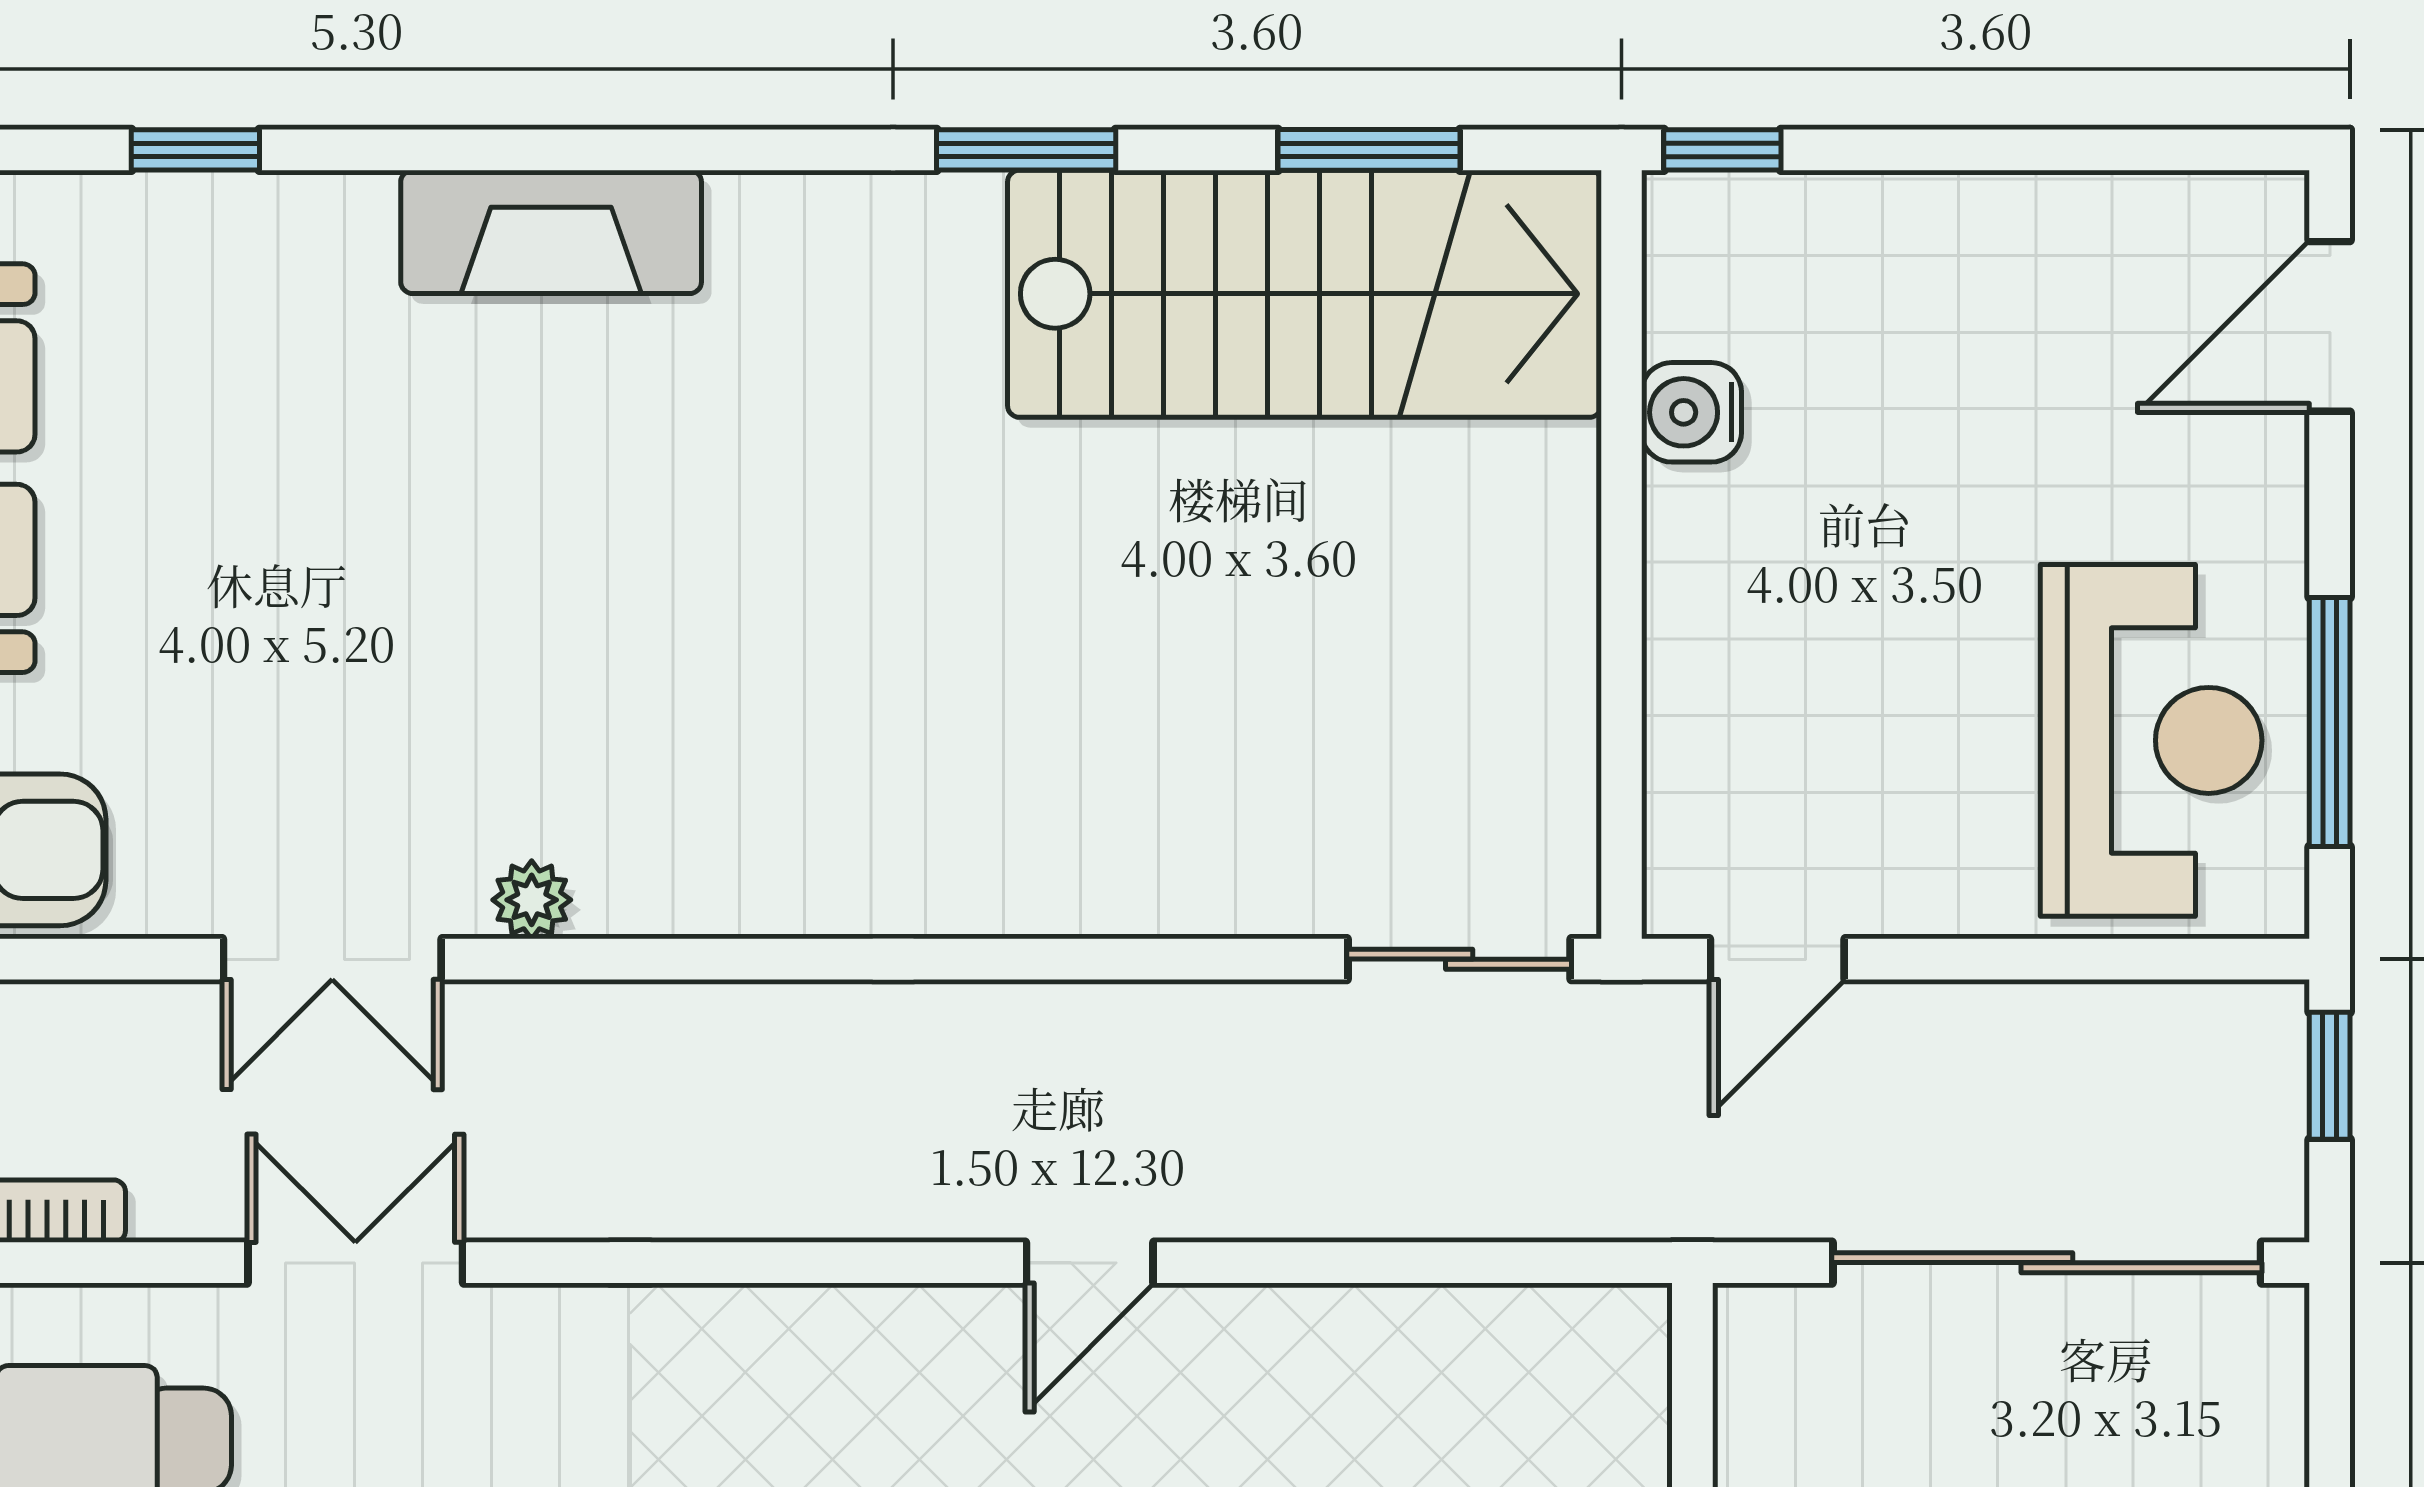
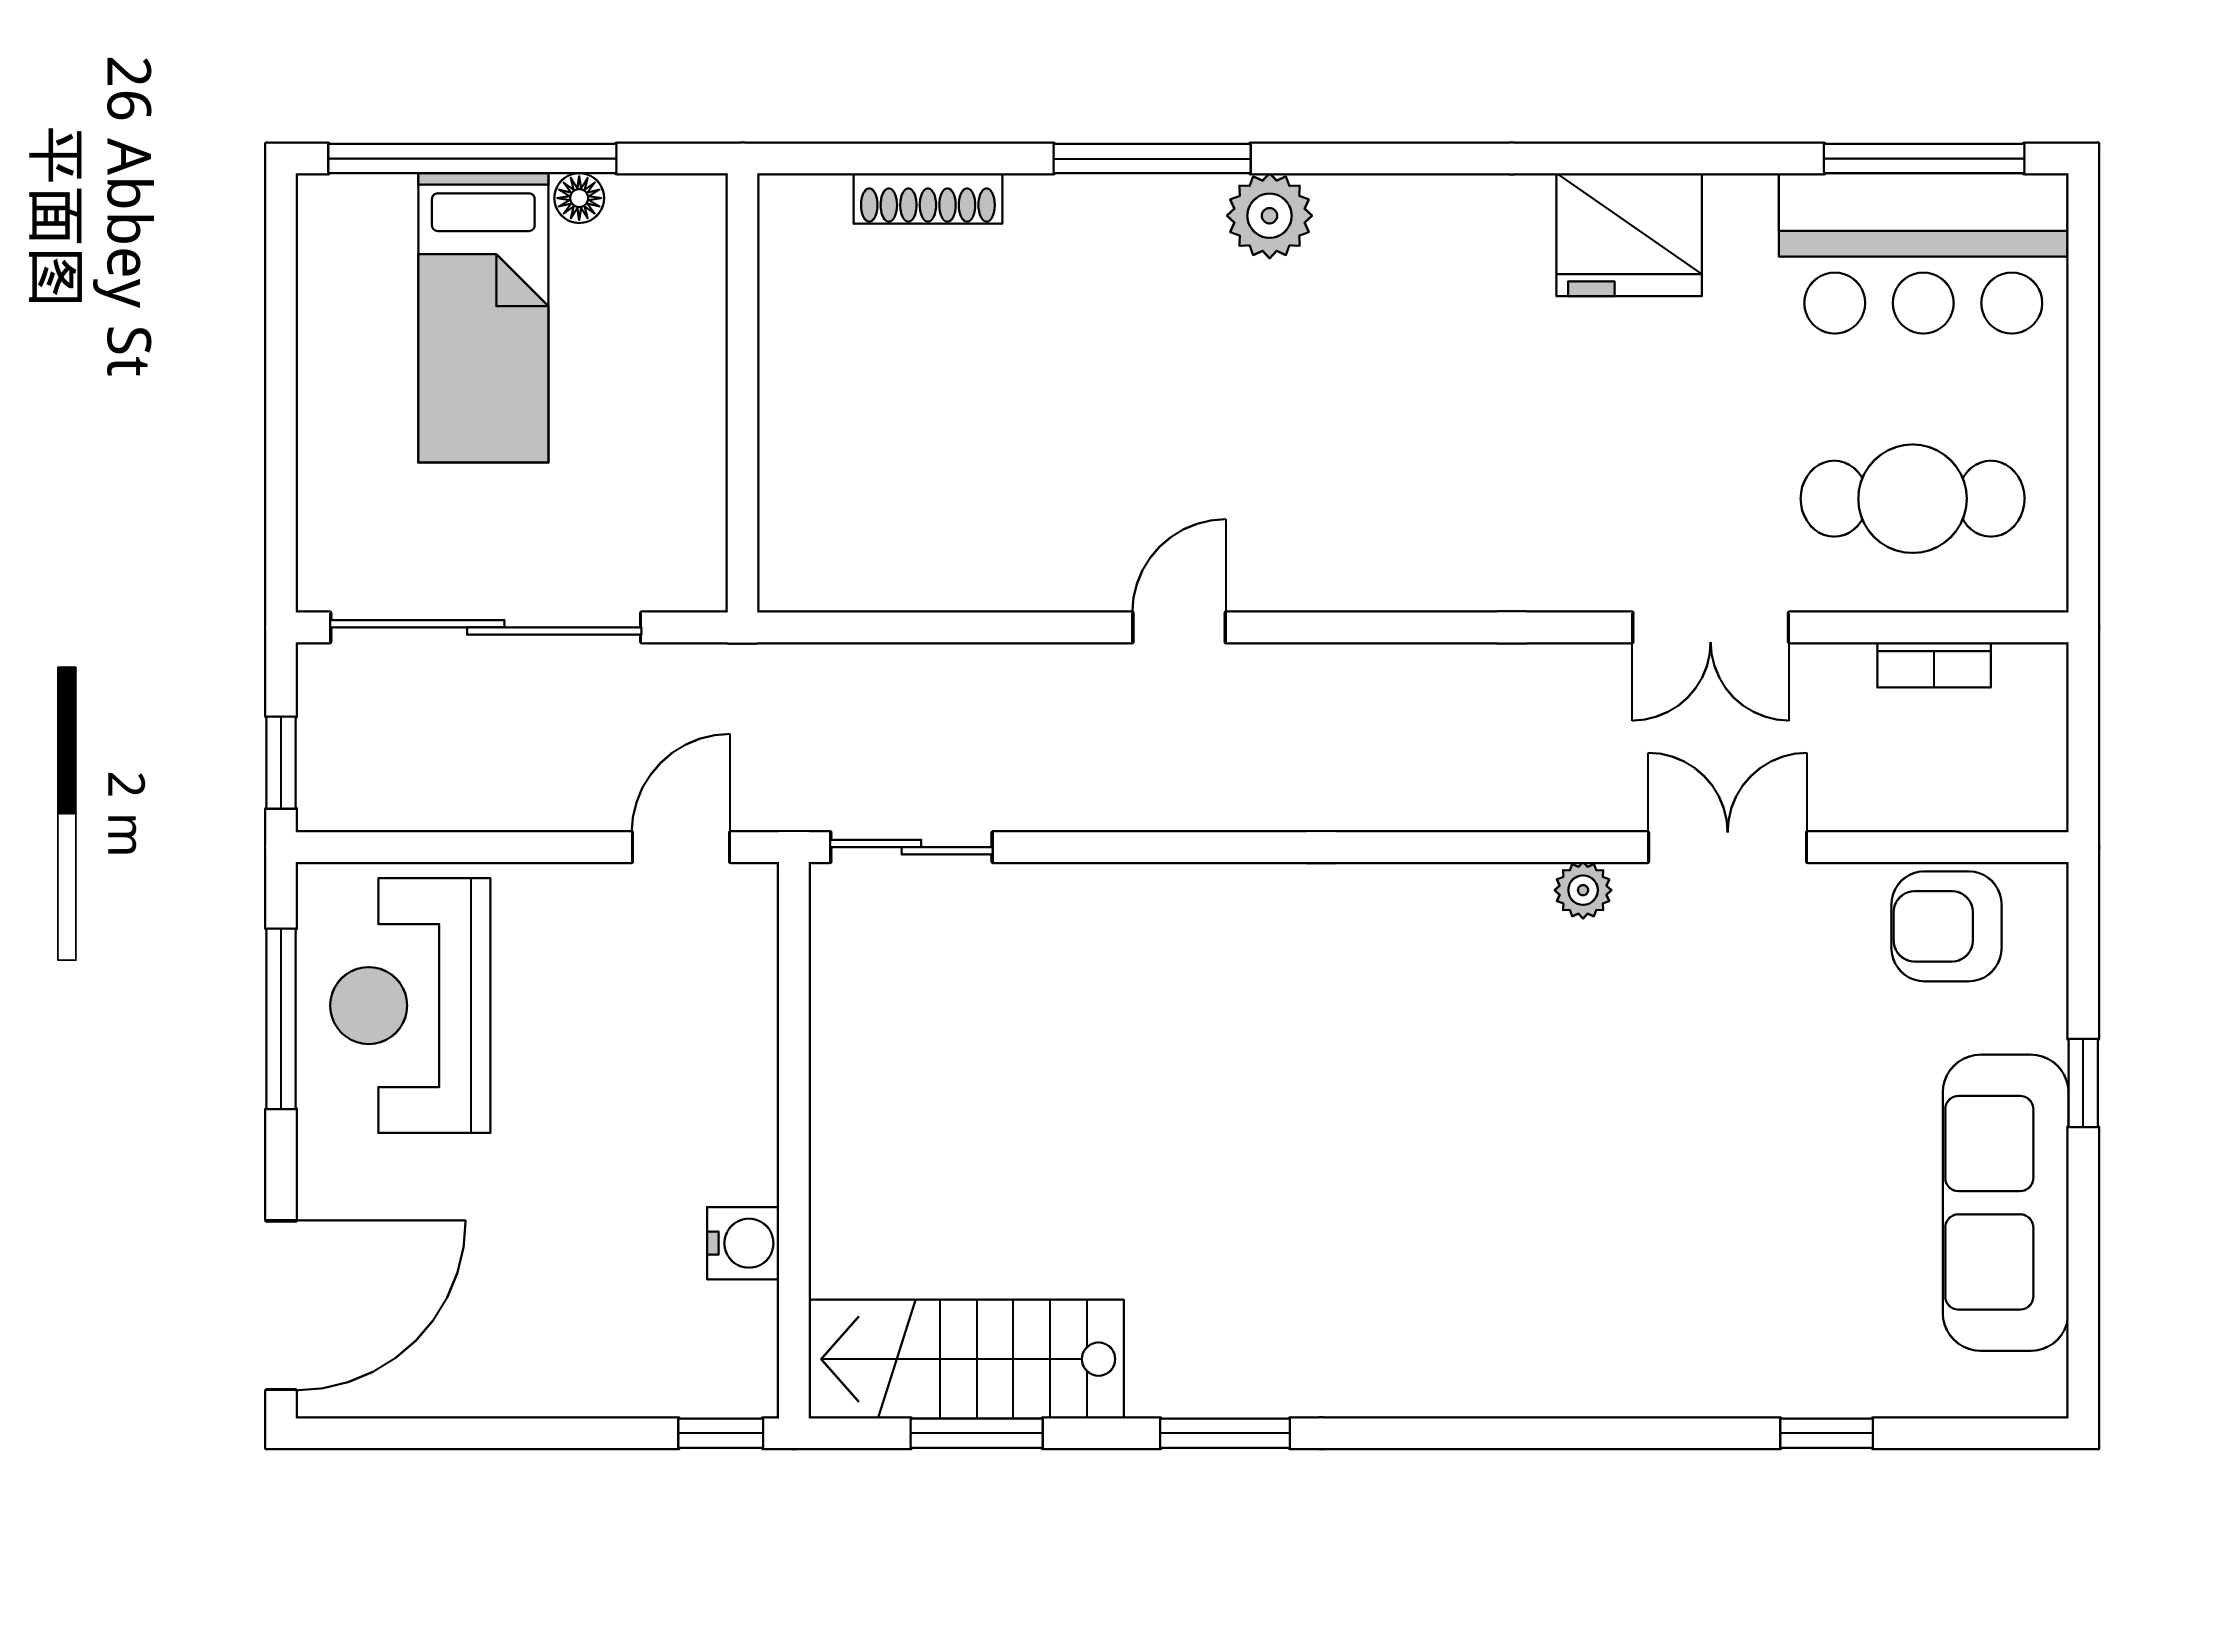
fireplace: (551, 232) -> (1569, 1374), removed
stairs: (1304, 294) -> (966, 1359), width x0.73, depth x0.66
door: (2330, 326) -> (281, 1305), width x1.36

